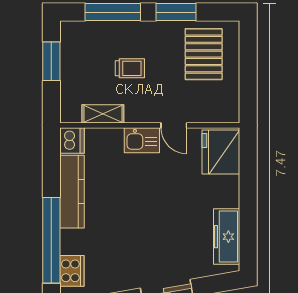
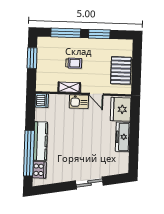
pallet: (204, 54) -> (121, 70), moved
shelving: (103, 114) -> (69, 87), moved
kitchen counter: (72, 192) -> (40, 141), moved
freezer: (227, 237) -> (123, 137), moved

